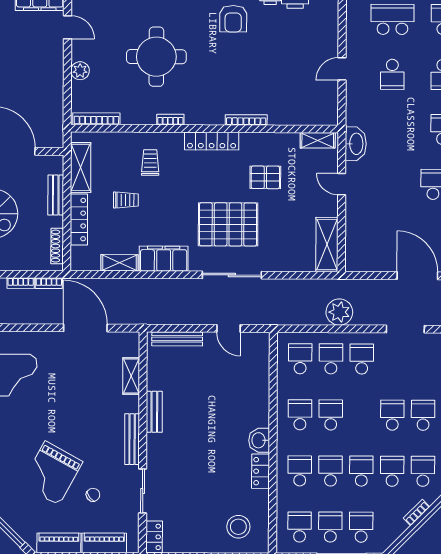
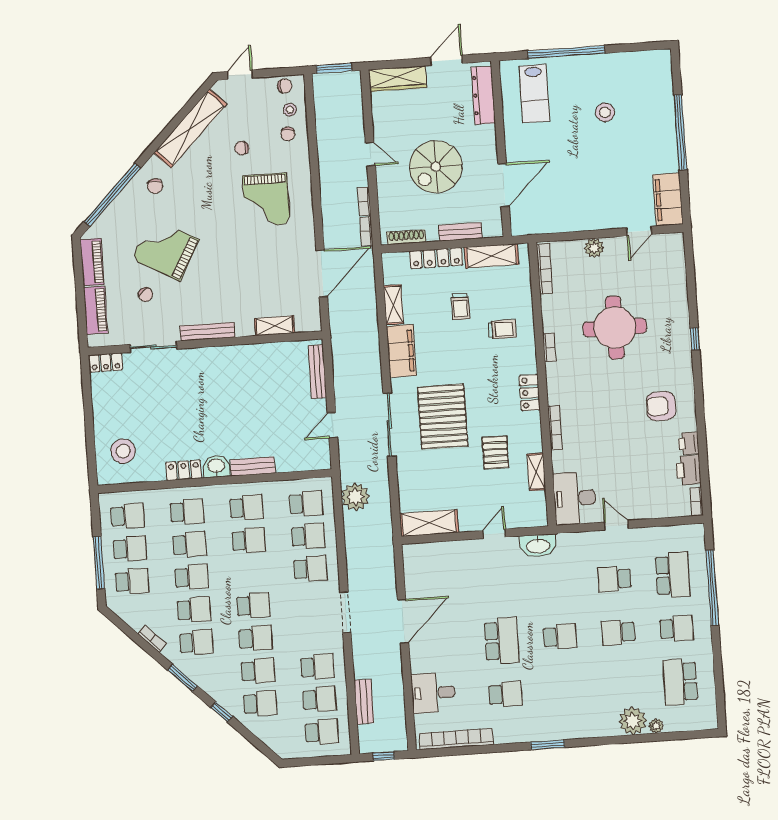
desk: (314, 106) -> (575, 498), added
shelving: (318, 140) -> (536, 472), moved
locker: (212, 141) -> (530, 393), width x0.66
plant: (339, 312) -> (355, 497), moved
bench: (154, 412) -> (253, 466), moved

